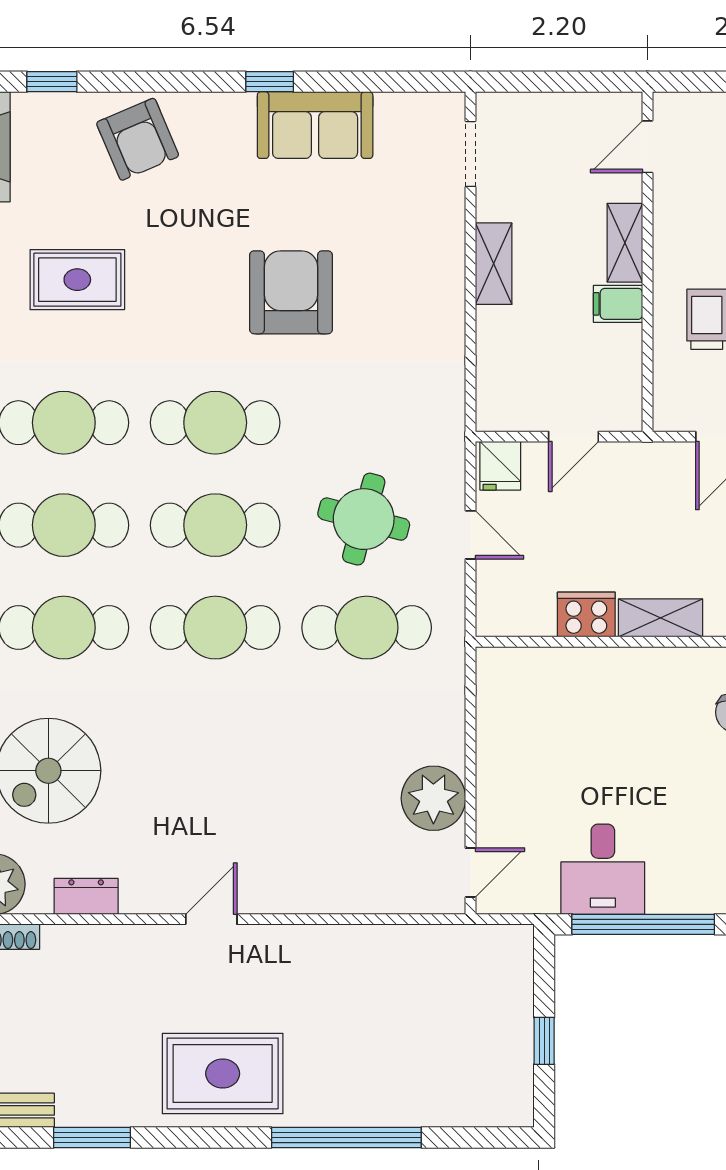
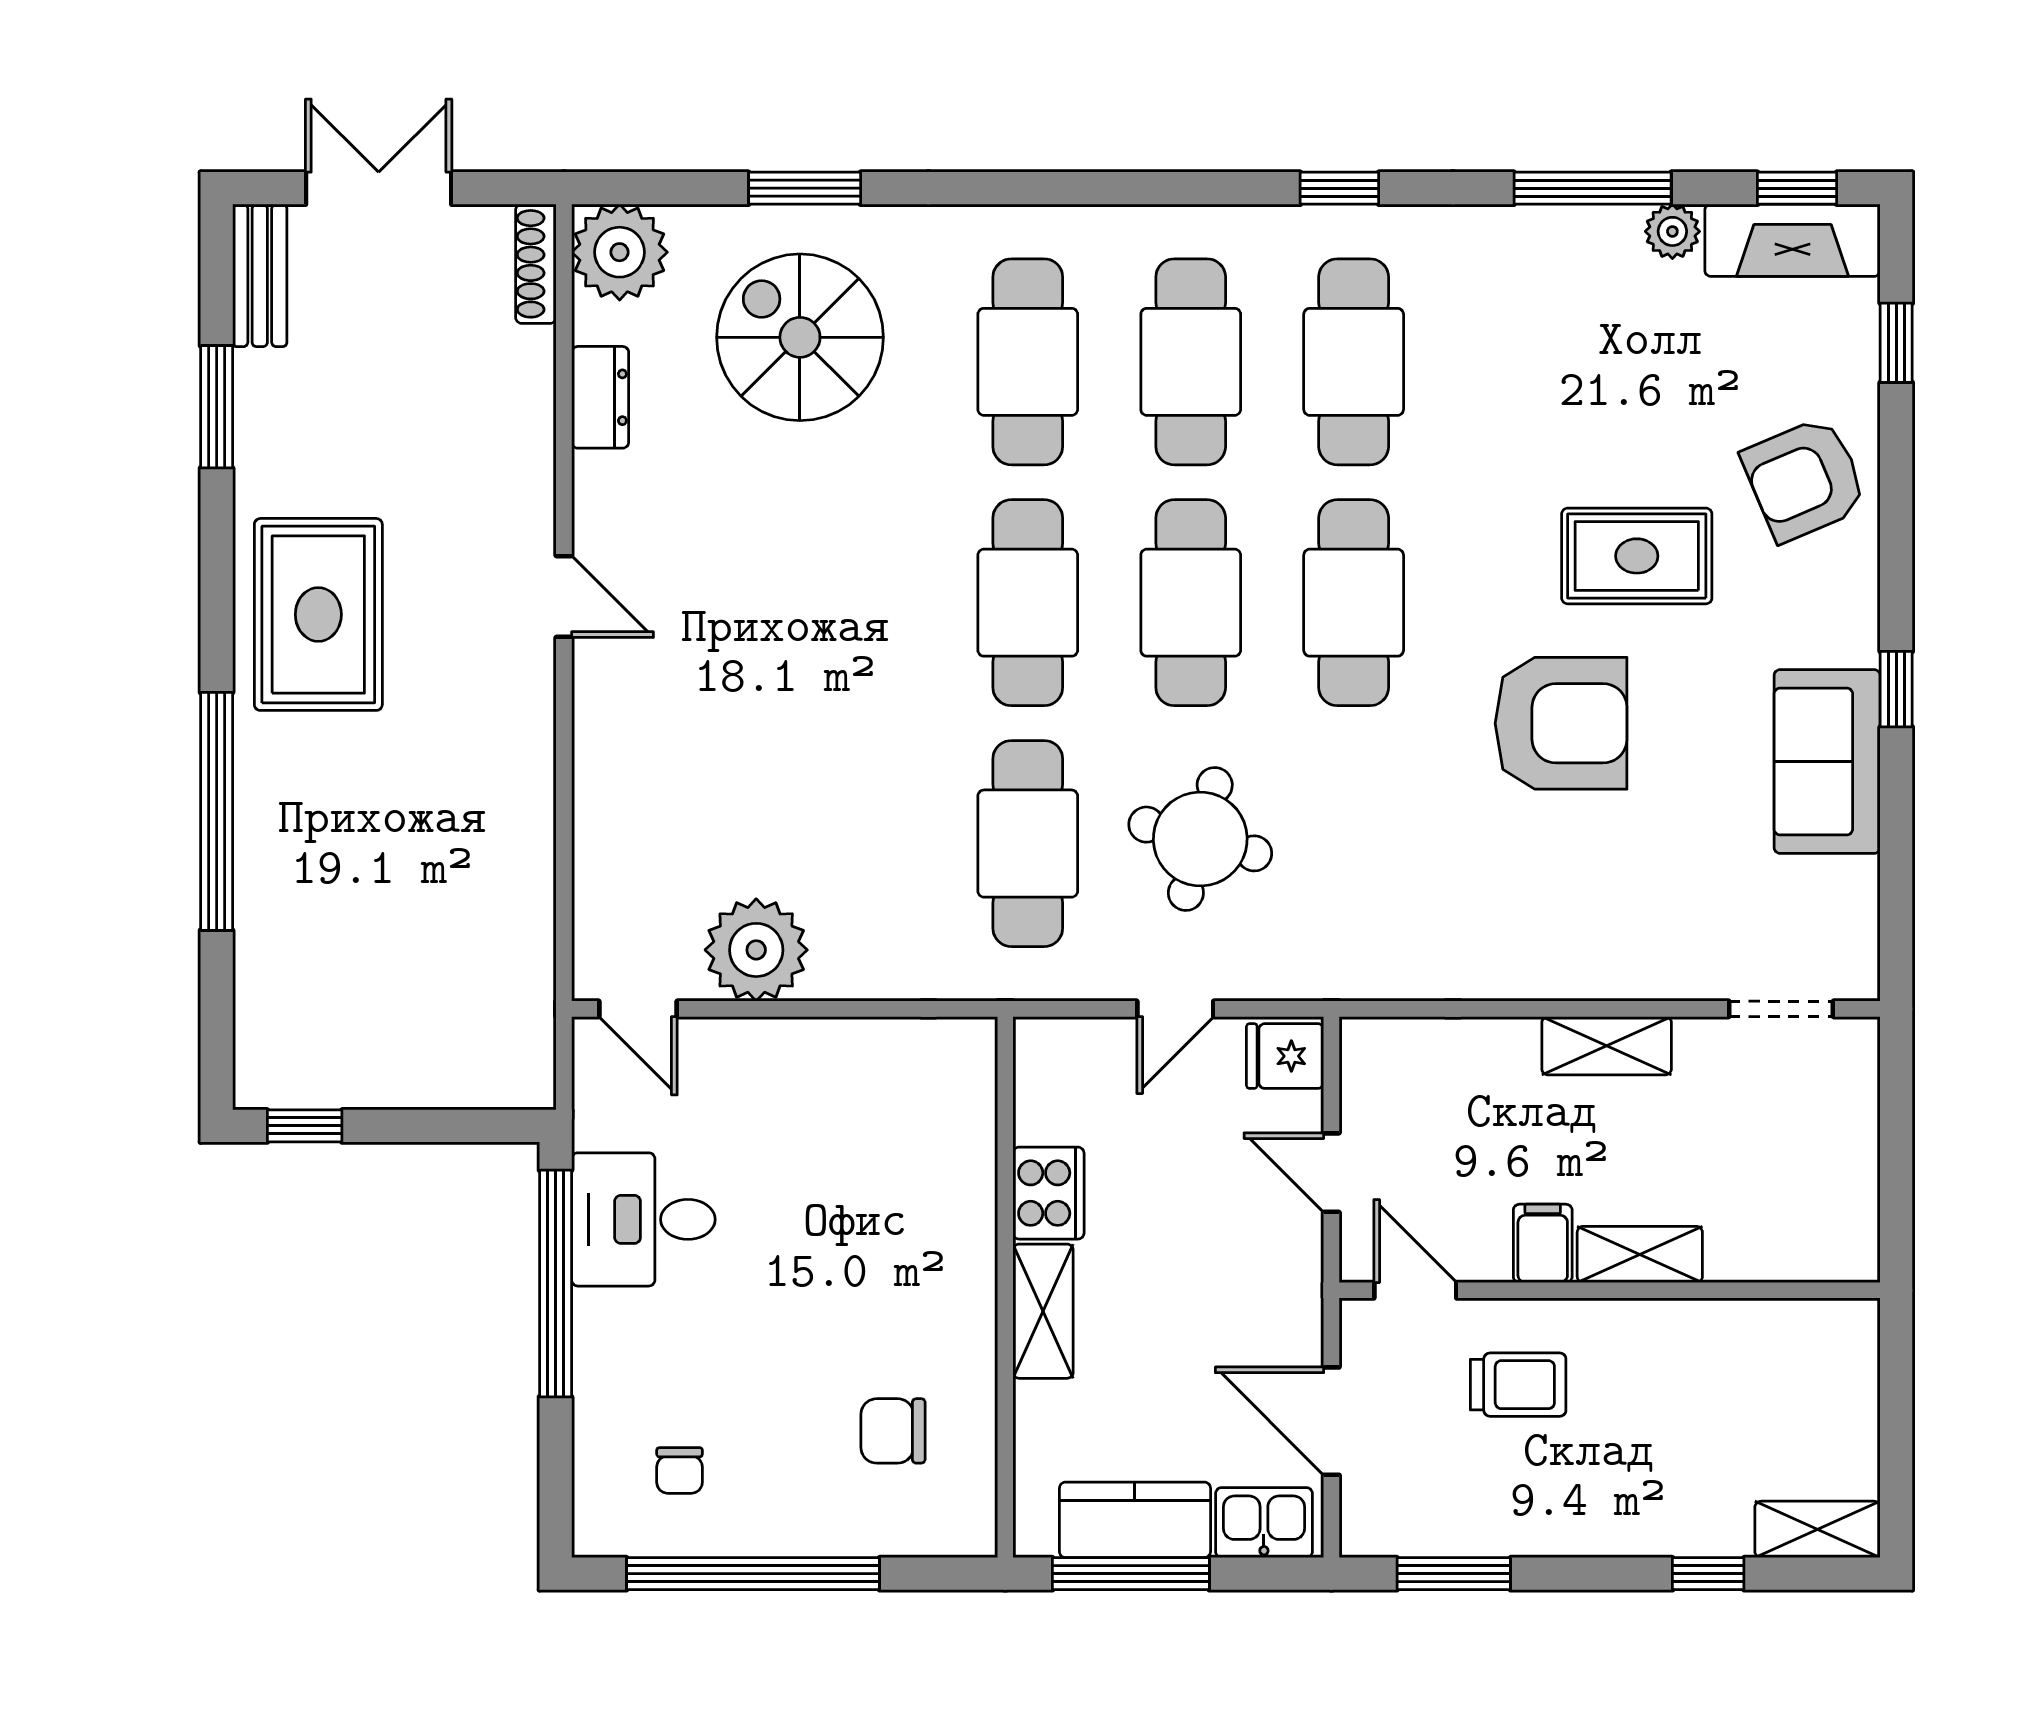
door: (647, 147) -> (1415, 1290), moved
rug: (77, 280) -> (1637, 556), moved, turned 90
window: (544, 1041) -> (305, 1126), moved

